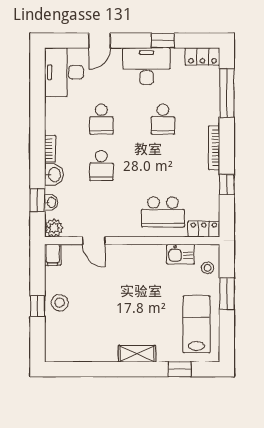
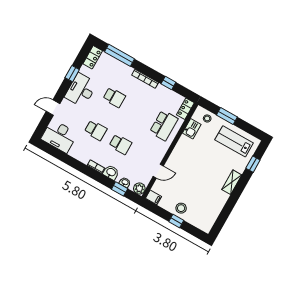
door: (100, 41) -> (53, 108), swing flipped

